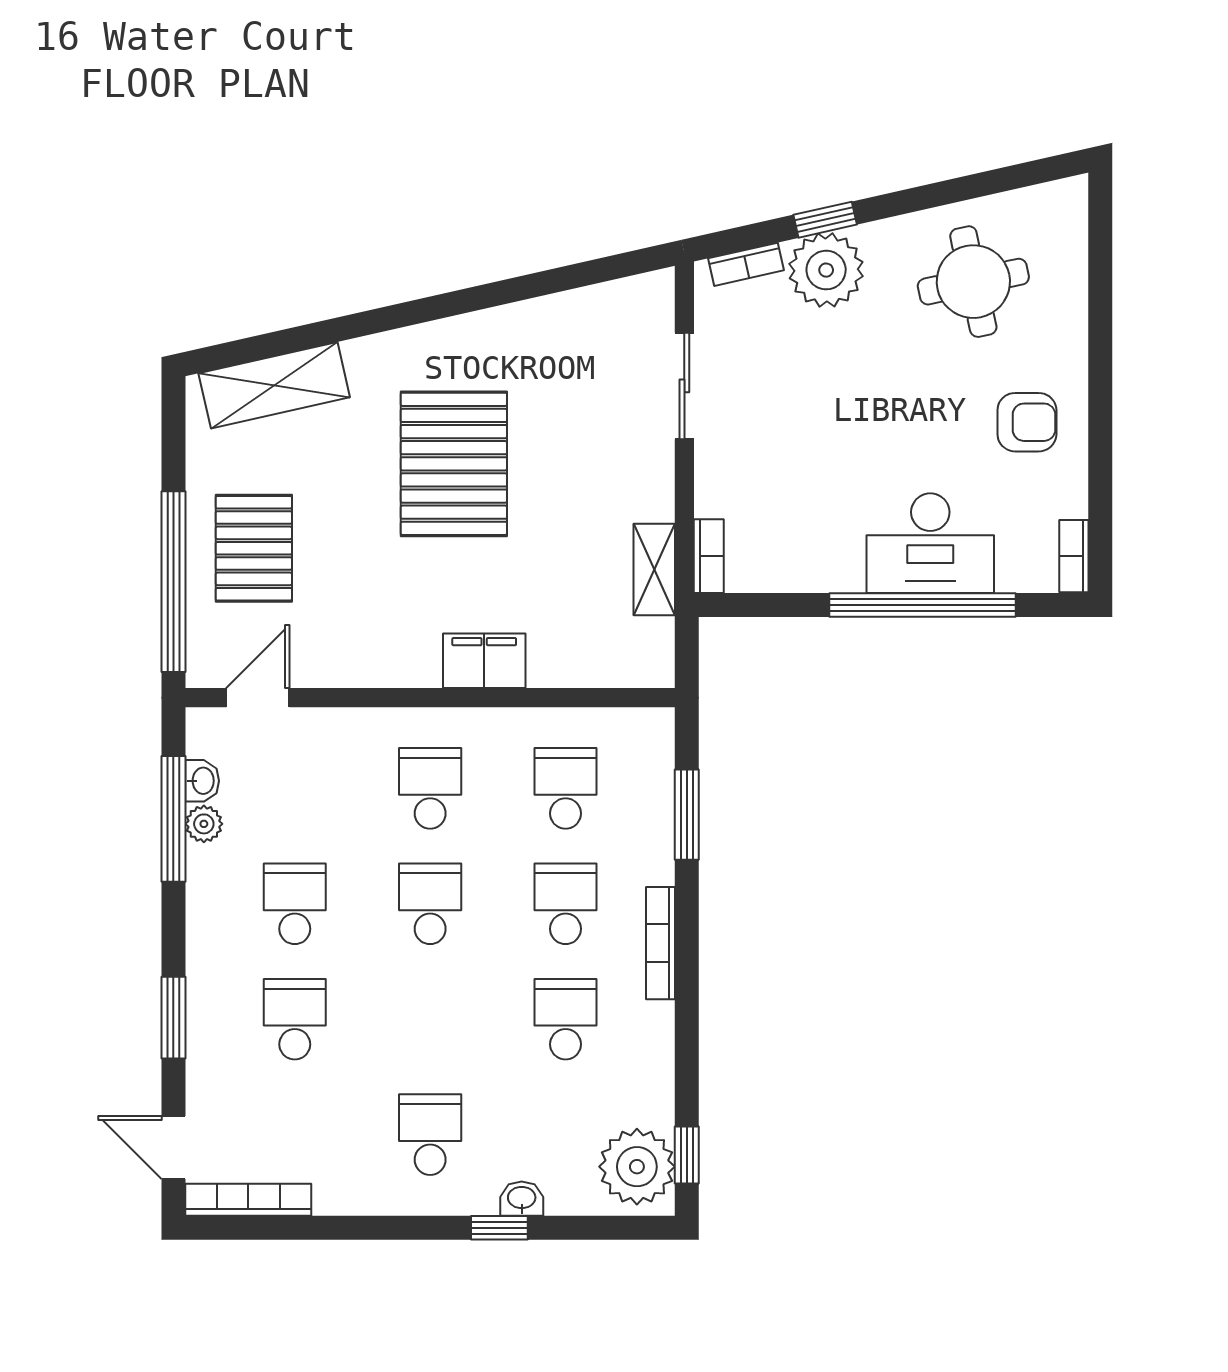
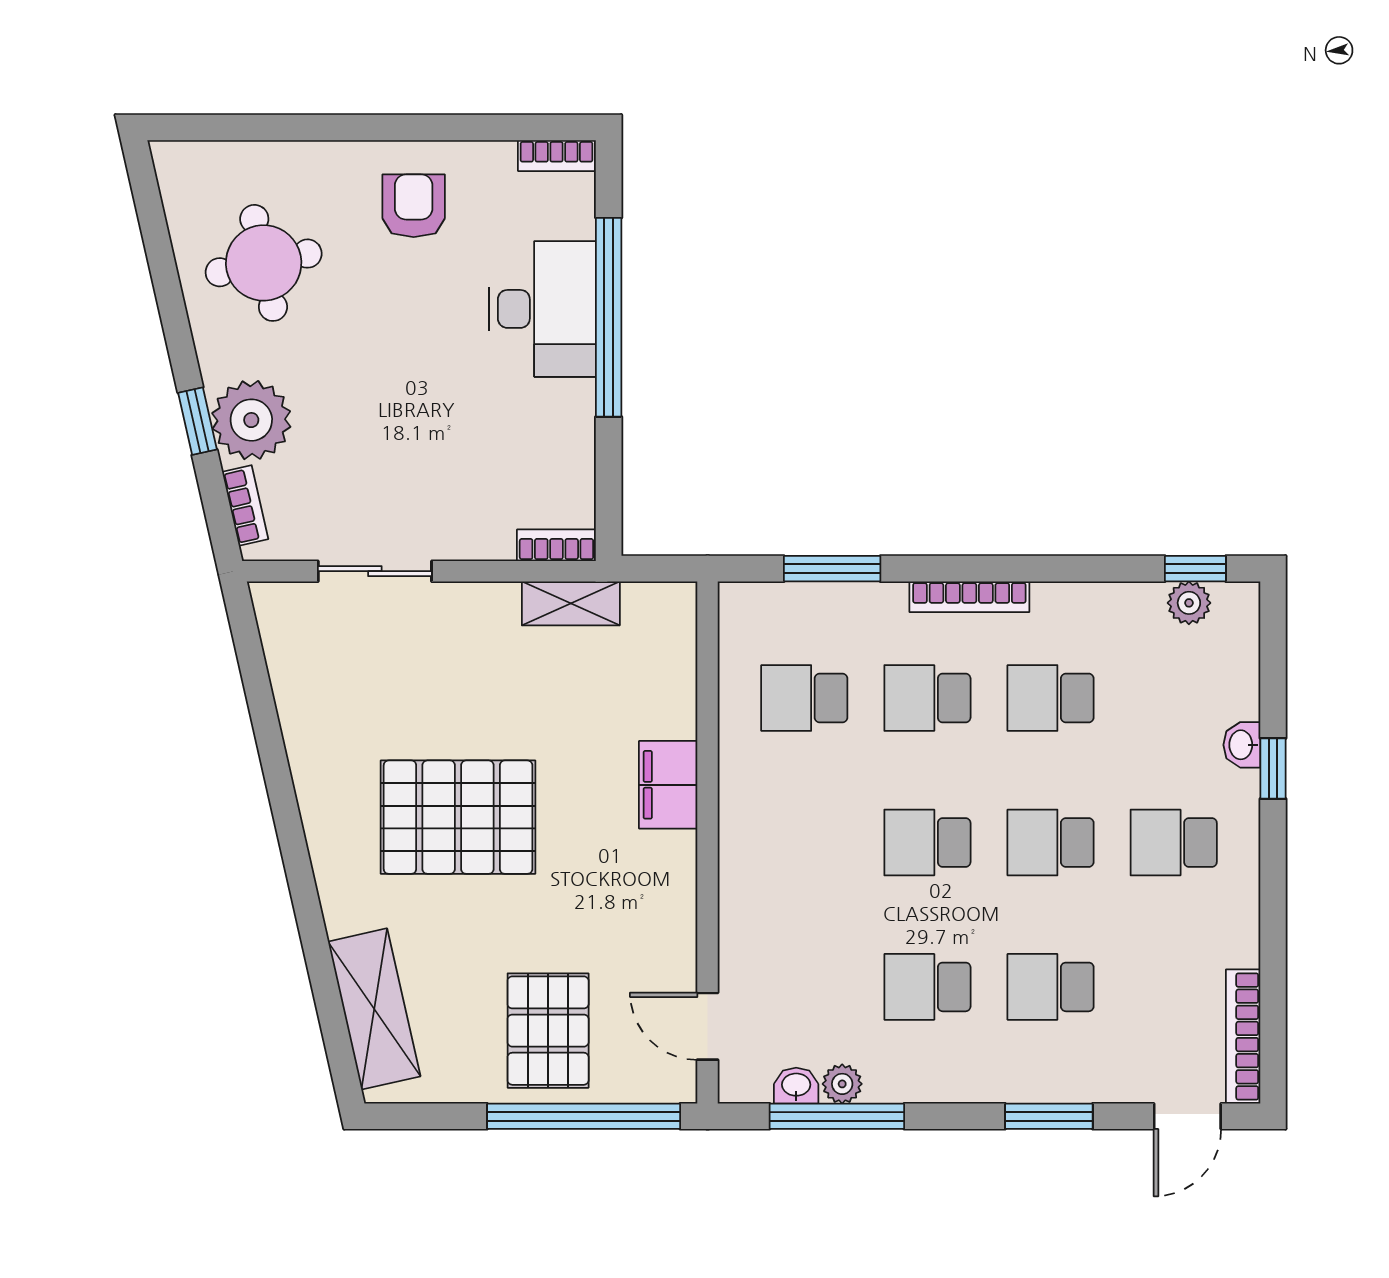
pallet: (254, 548) -> (548, 1031), turned 90
school desk: (430, 788) -> (1051, 842), moved
plant: (637, 1167) -> (1189, 603), width x0.53, depth x0.53

